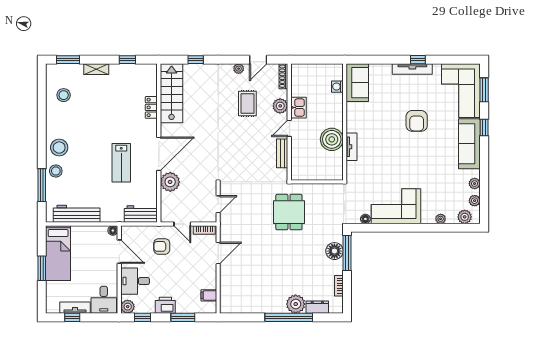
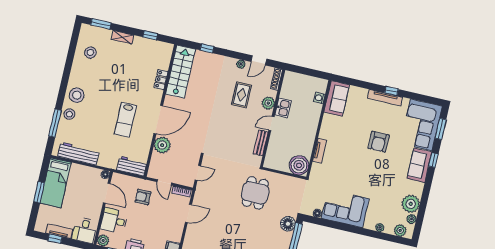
boiler: (332, 139) -> (299, 165), moved
sofa: (469, 144) -> (419, 165), width x0.73
plant: (475, 184) -> (411, 204), width x1.87, depth x1.87
floor lamp: (334, 251) -> (288, 224), moved

